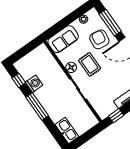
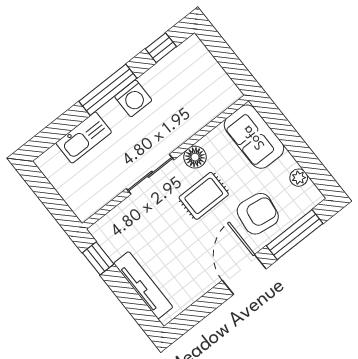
washing machine: (34, 84) -> (133, 98), moved
kitchen sink: (67, 130) -> (84, 137), moved

